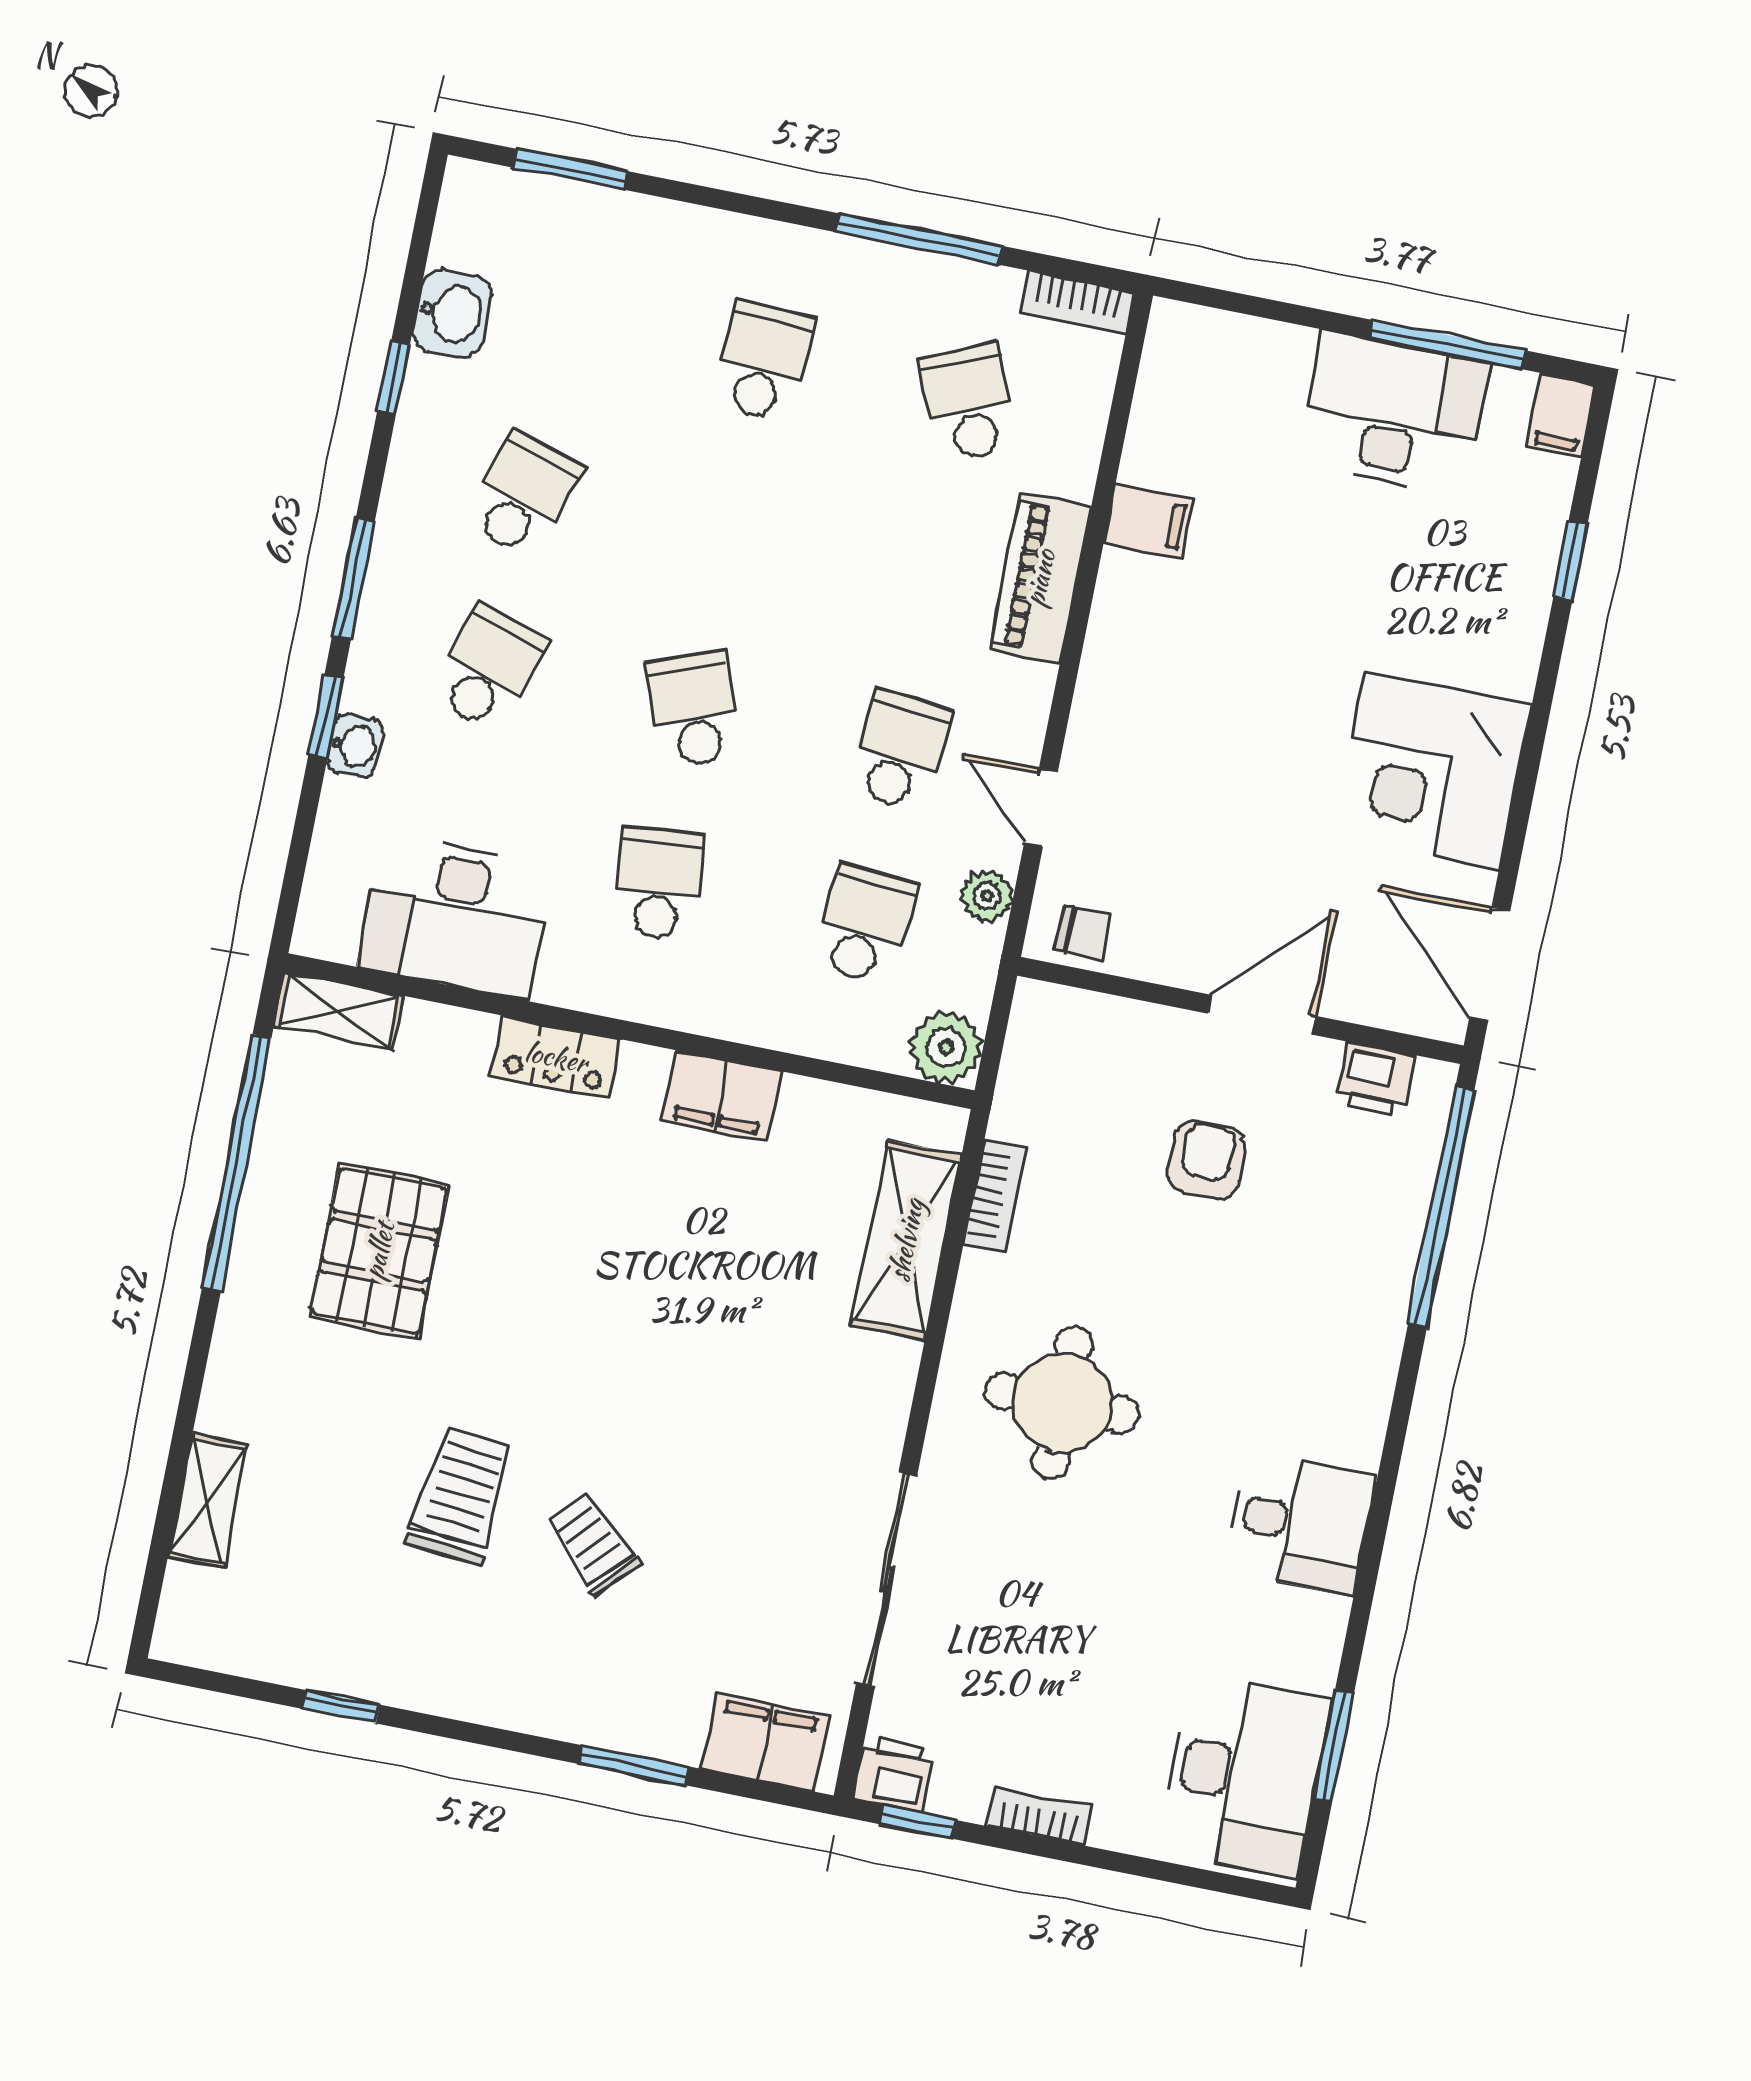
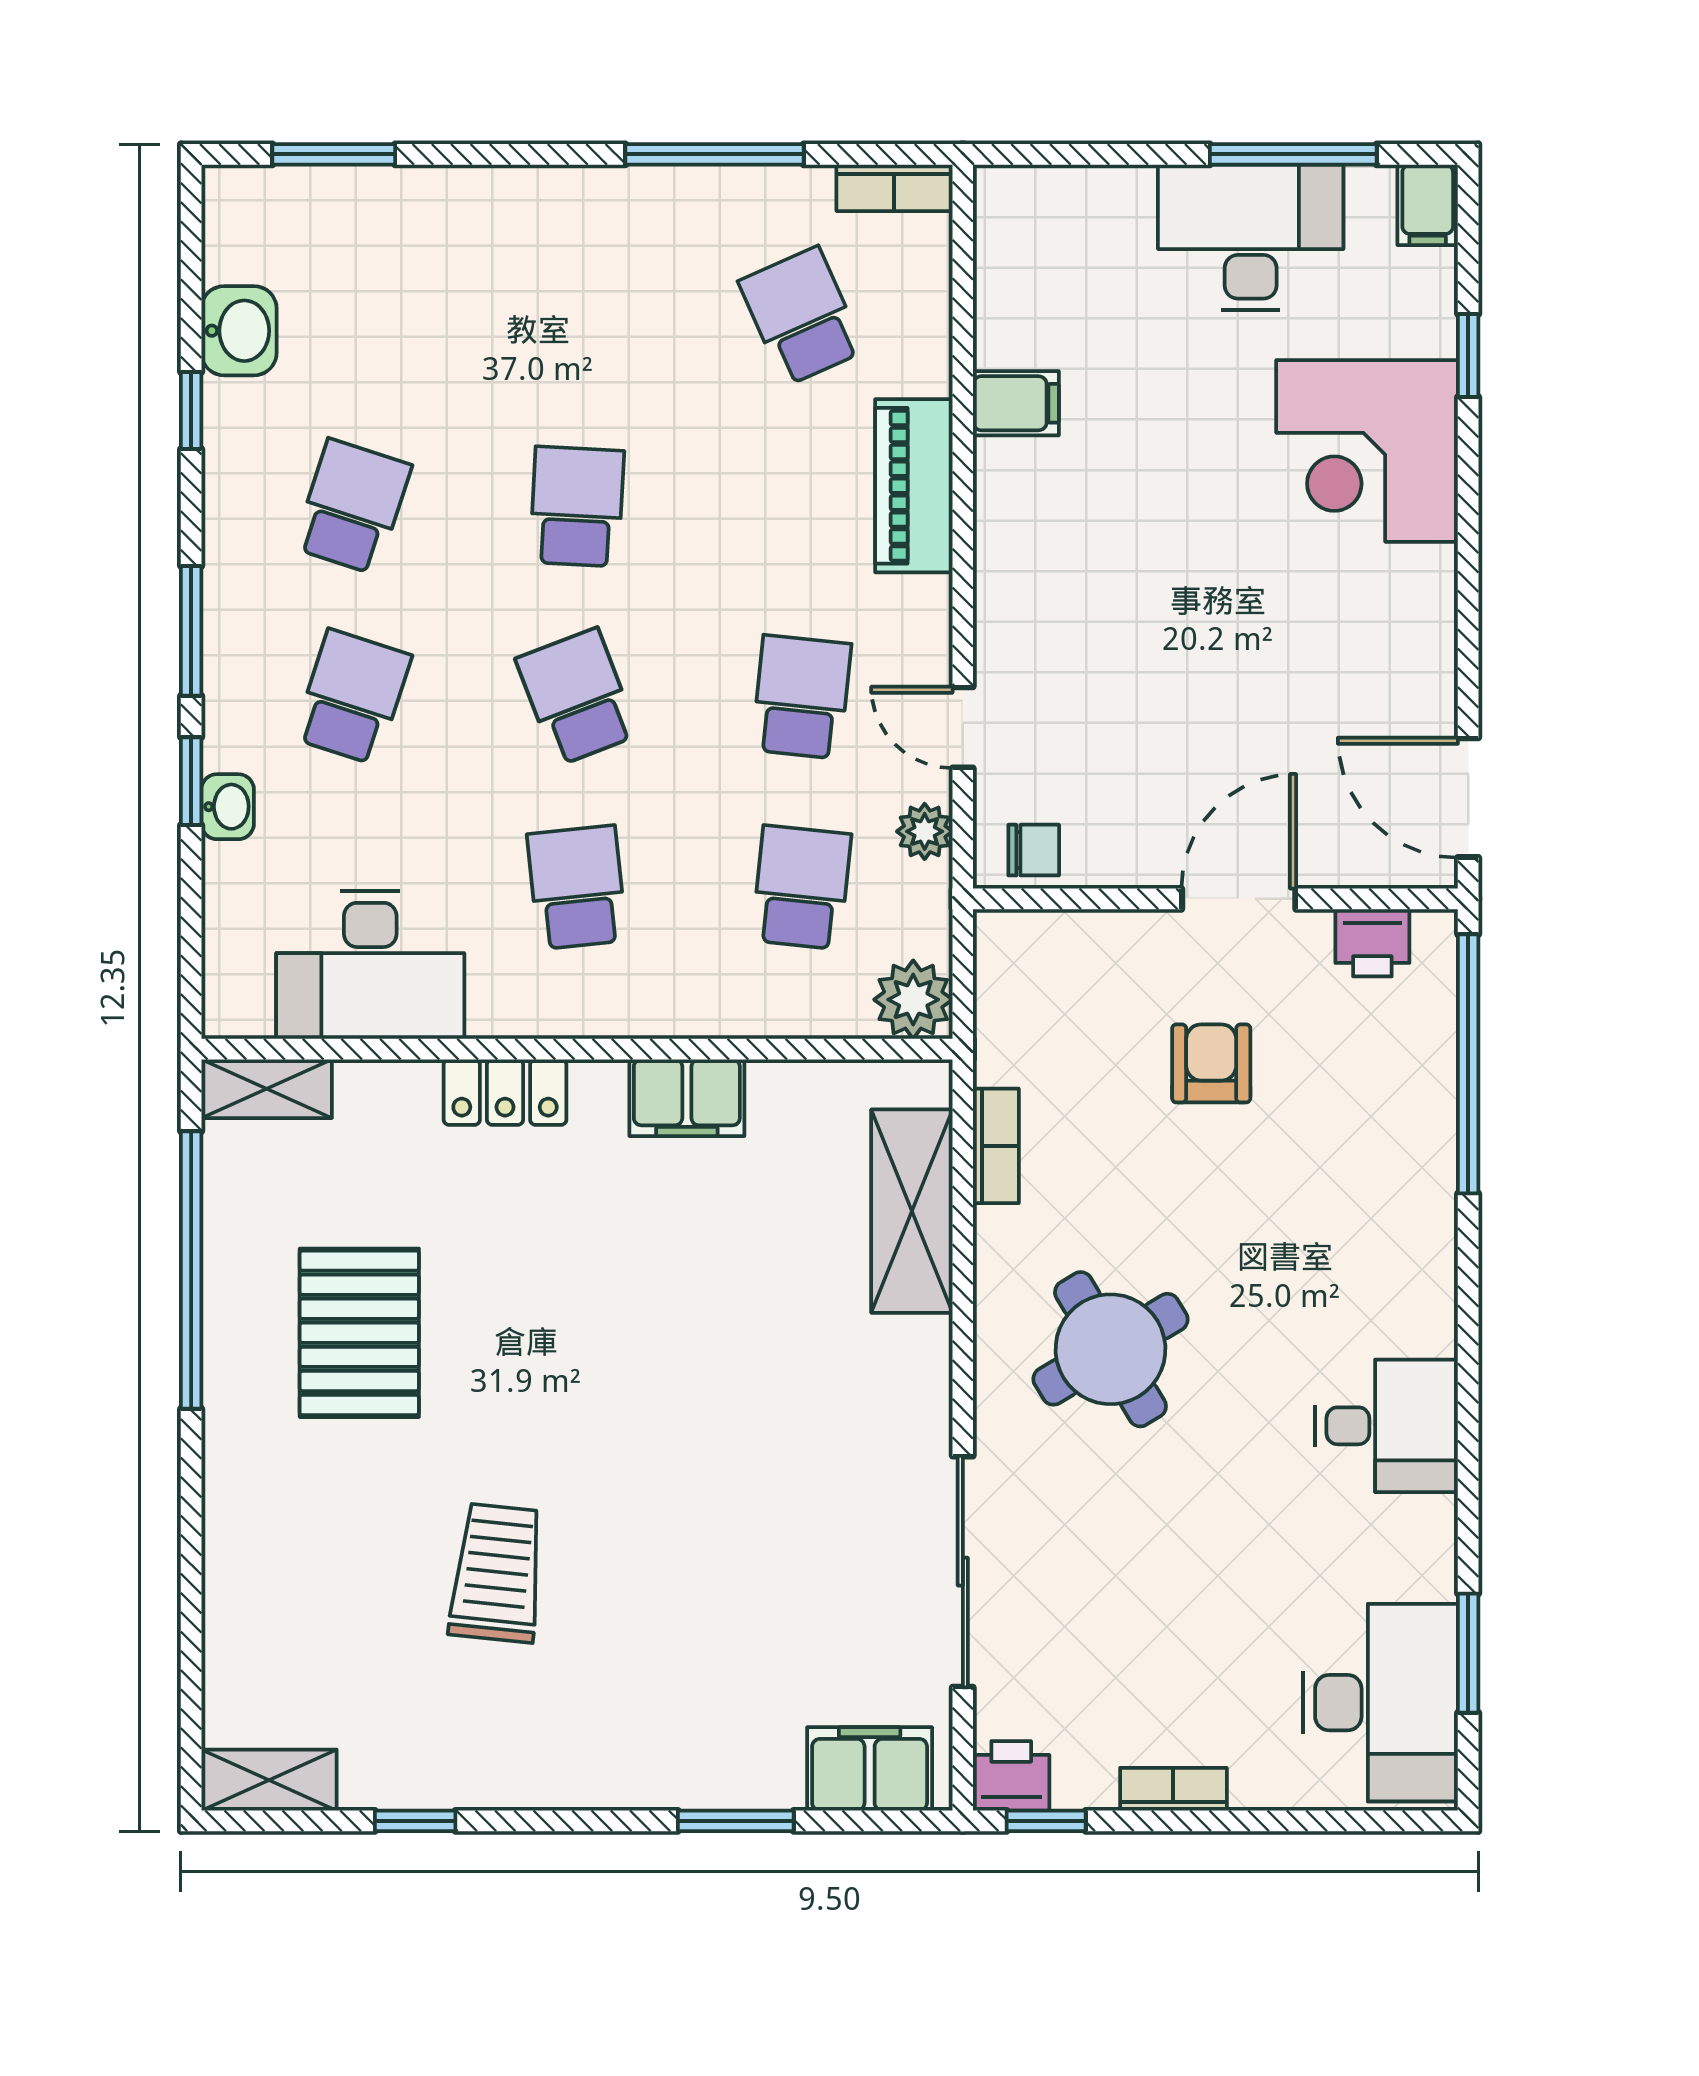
school desk: (763, 362) -> (577, 507), moved
corner desk: (1432, 770) -> (1367, 451), moved
round table: (1062, 1403) -> (1110, 1349), turned -31
shelving: (208, 1501) -> (269, 1780), moved, turned 90
trolley: (592, 1543) -> (645, 1595), removed

